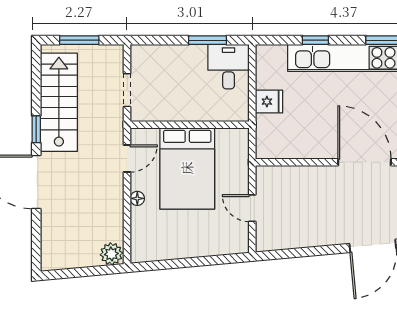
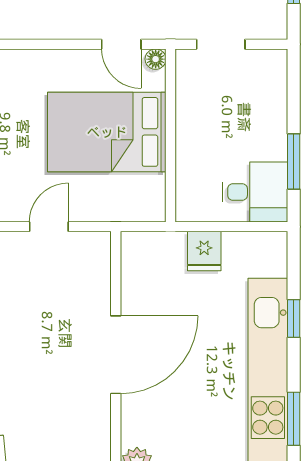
door: (364, 162) -> (116, 355), moved
floor lamp: (137, 198) -> (156, 59), moved

